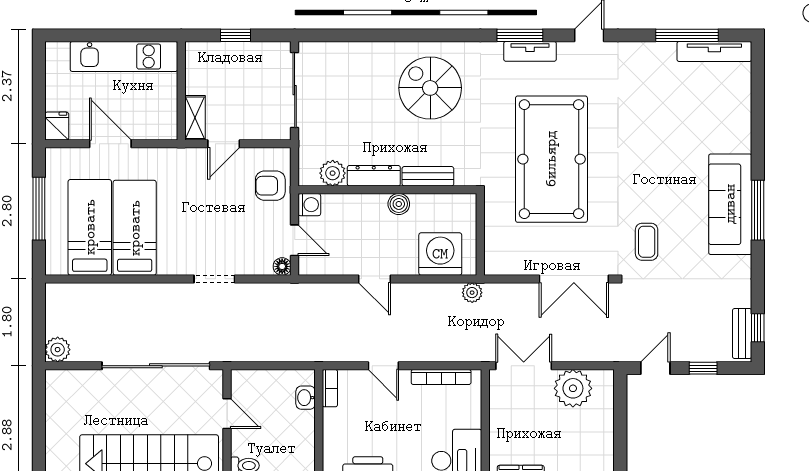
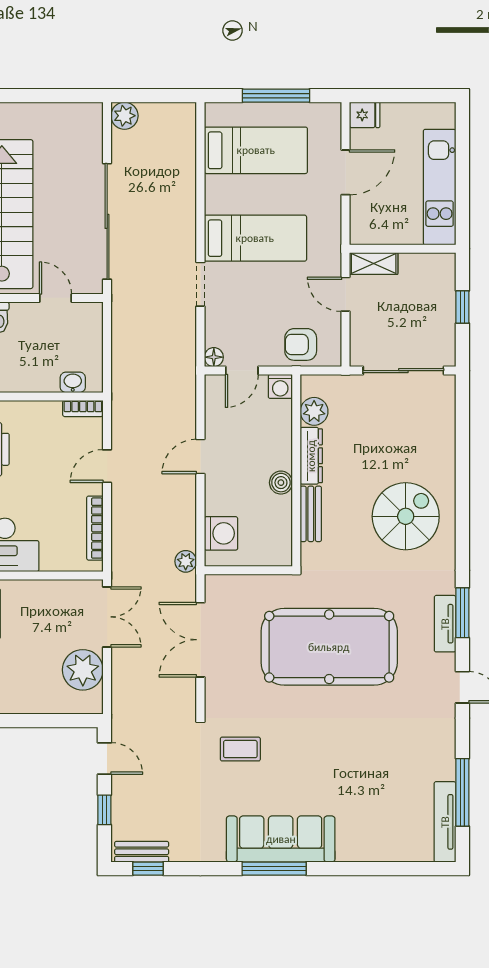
armchair: (270, 186) -> (301, 344), turned -90
bed: (135, 228) -> (255, 238), moved
washing machine: (440, 254) -> (221, 533), width x0.73, depth x0.73
double door: (574, 279) -> (200, 640), moved
door: (227, 414) -> (55, 298), swing flipped

